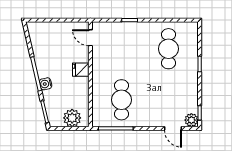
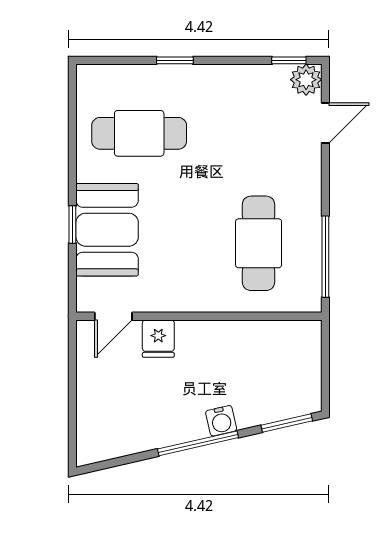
booth: (127, 35) -> (107, 230), added
fridge: (81, 70) -> (158, 339), moved
cafe table: (121, 100) -> (259, 243), turned 90
plant: (72, 118) -> (301, 359), removed

